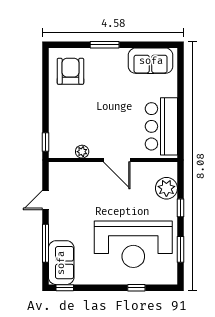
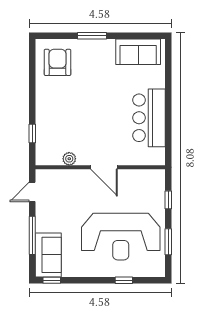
plant: (82, 152) -> (69, 159), moved
wall: (113, 160) -> (100, 167), moved
door: (117, 160) -> (104, 167), moved
plant: (166, 188) -> (154, 180), removed

